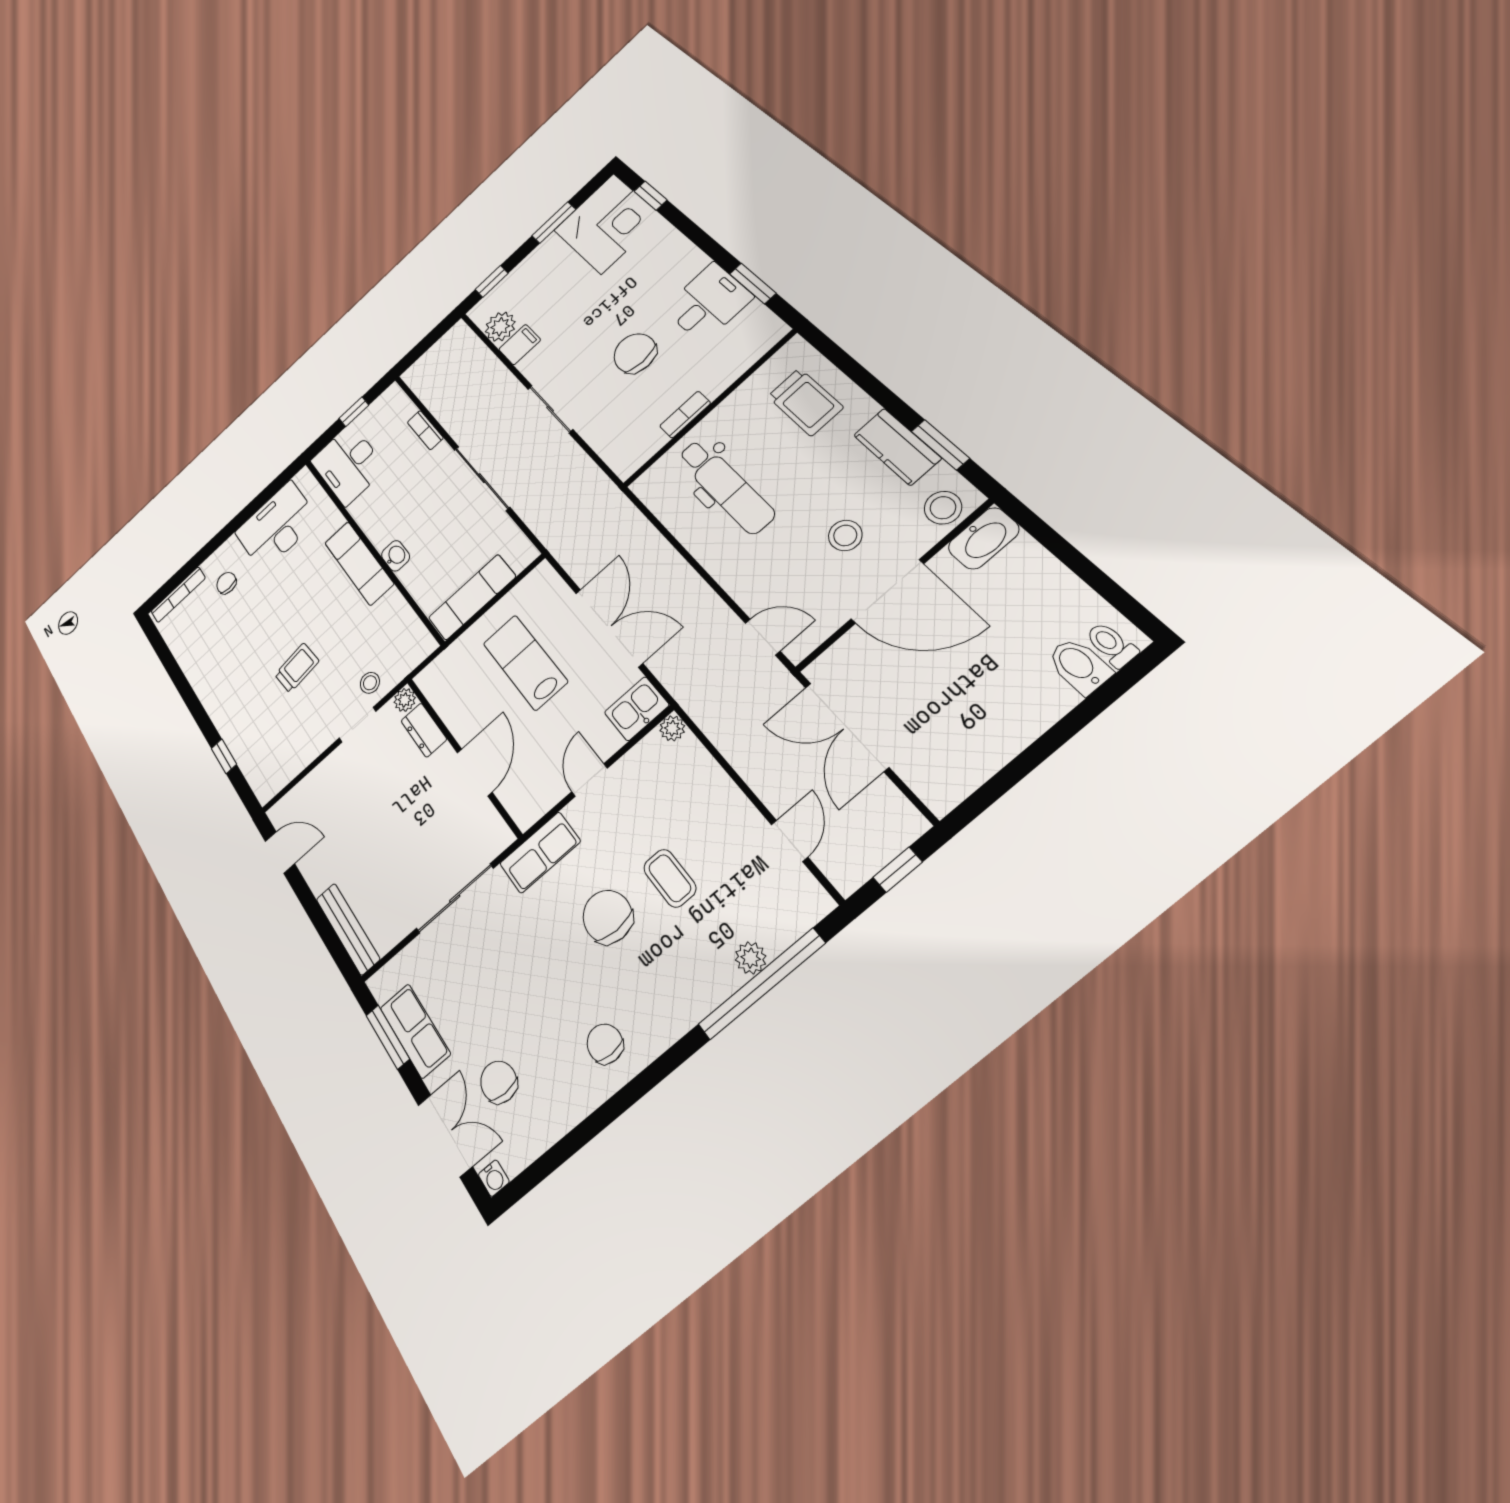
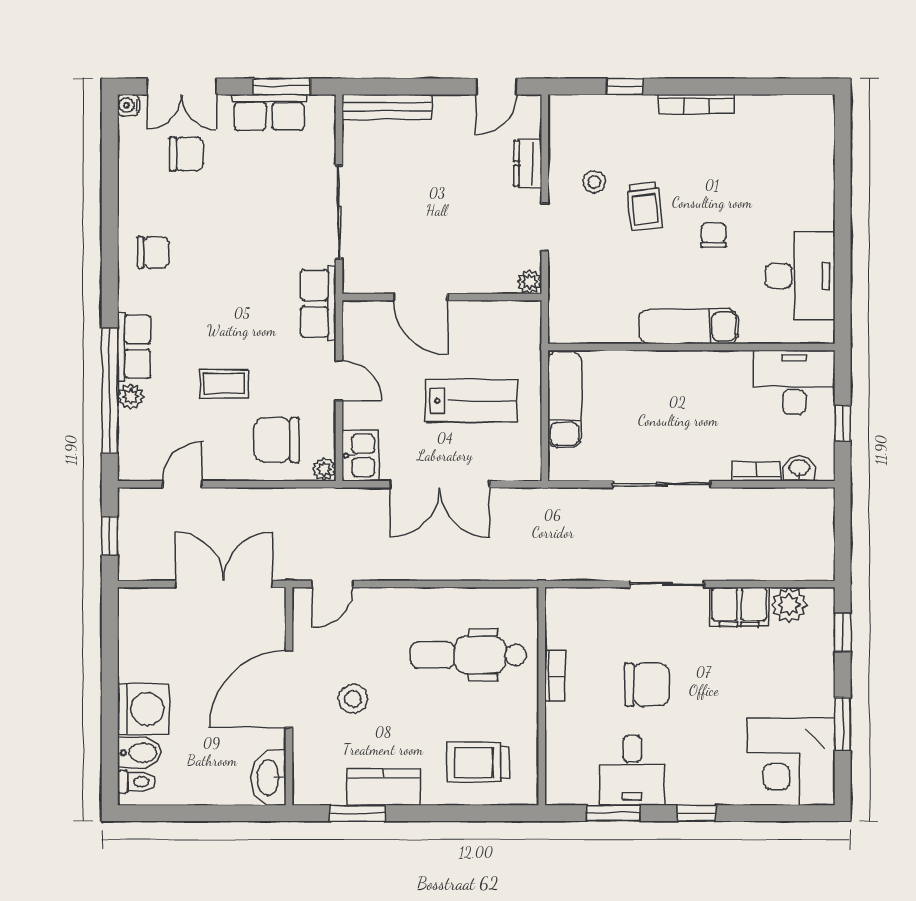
window: (651, 196) -> (696, 813), moved
filing cabinet: (520, 345) -> (739, 607), width x2.00
stool: (943, 508) -> (313, 774), removed
washbasin: (396, 556) -> (799, 468), moved, turned 180
chair: (226, 583) -> (713, 235), moved, turned -90
bookcase: (178, 595) -> (696, 104), moved, turned -90
stool: (370, 683) -> (594, 182), moved
washing machine: (1034, 698) -> (143, 709), added
dresser: (424, 730) -> (528, 163), moved, turned -90
door: (789, 841) -> (182, 484), swing flipped
chair: (608, 917) -> (277, 440), moved, turned 180
row of seats: (703, 993) -> (134, 347), added

